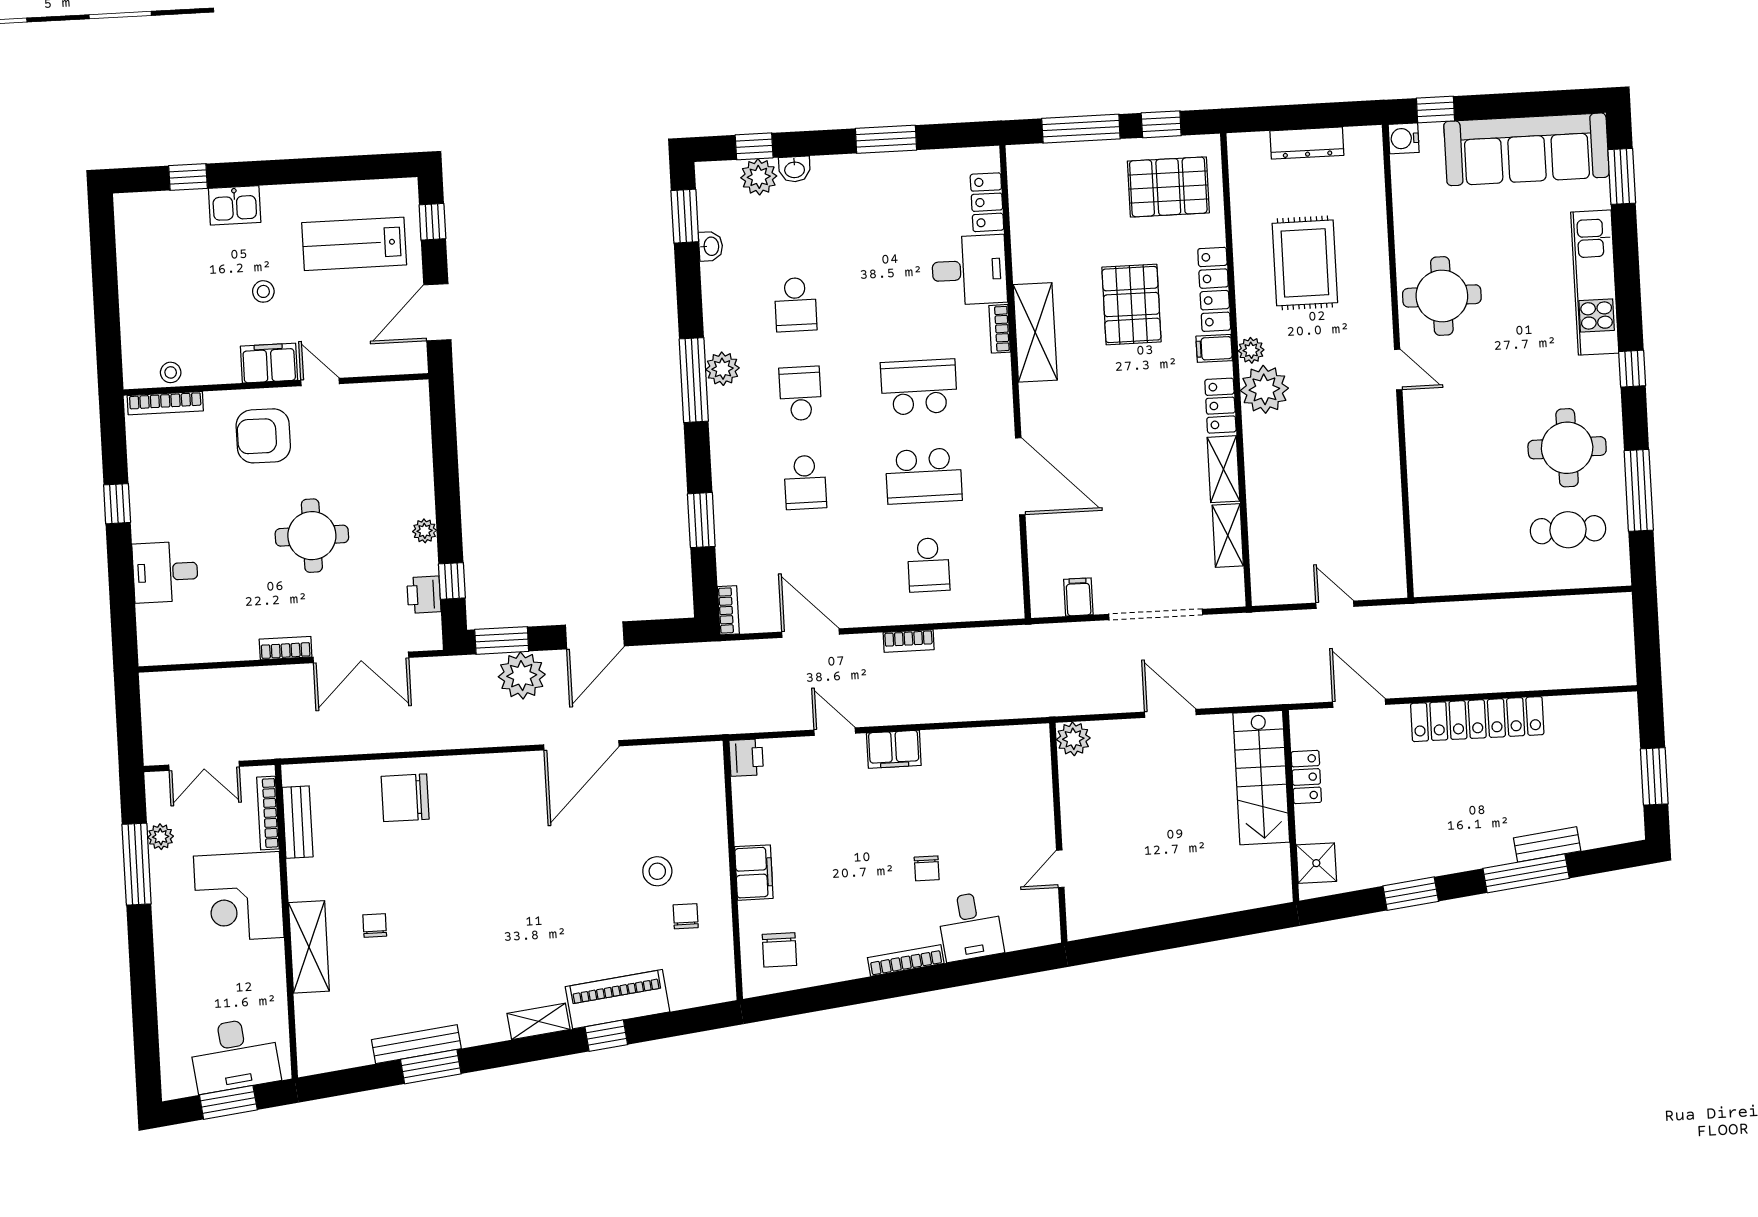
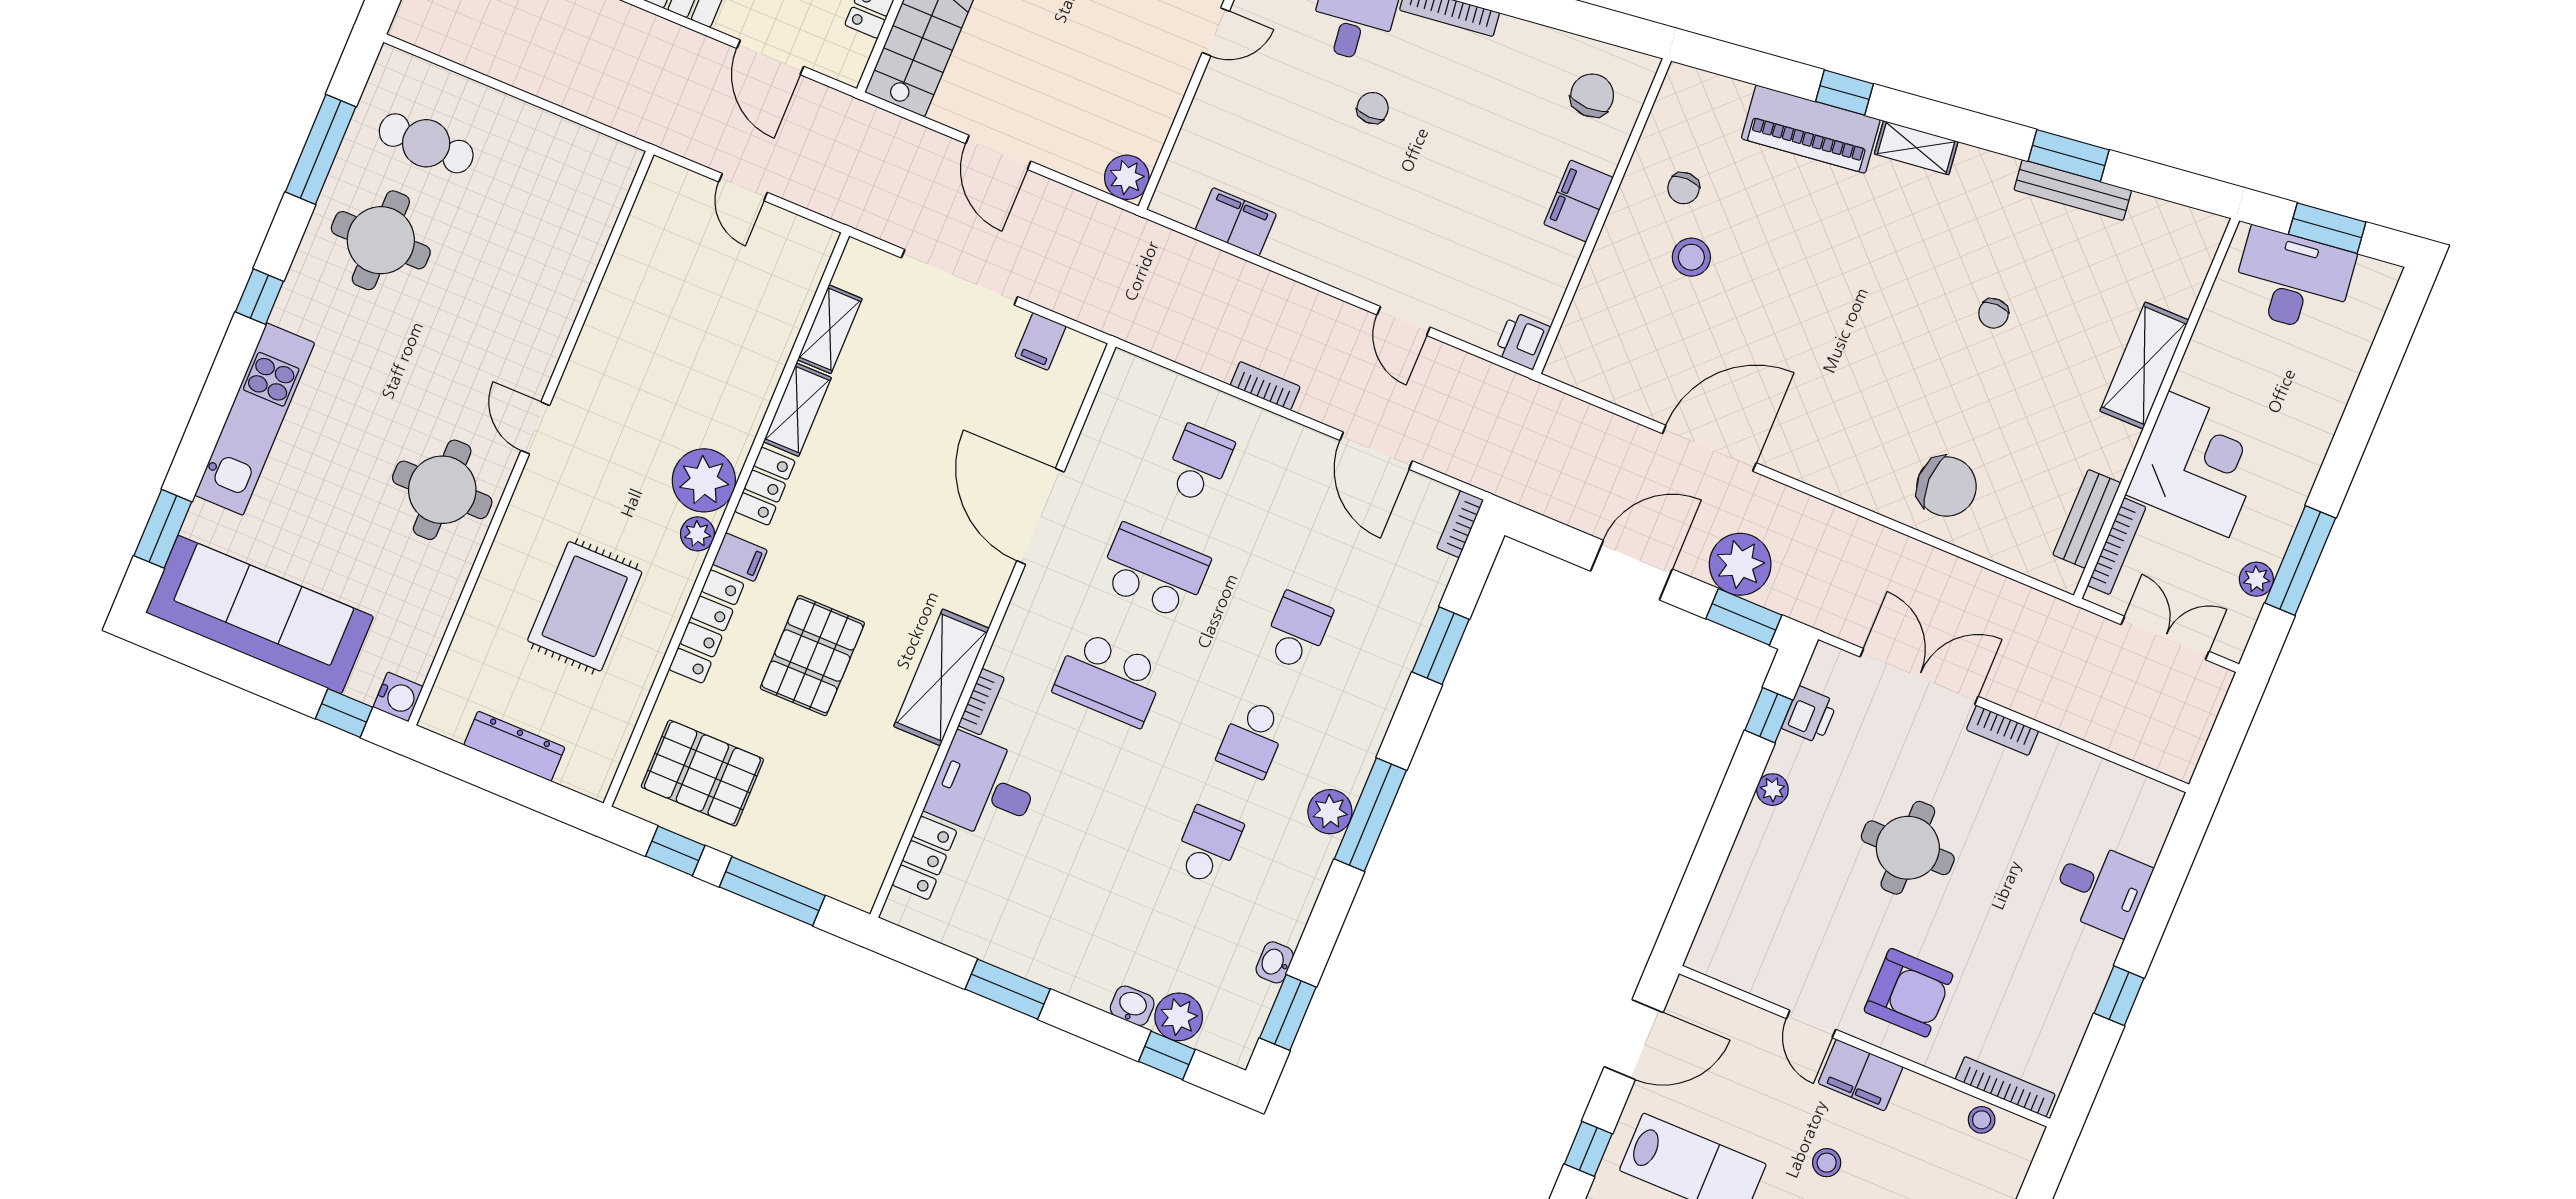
filing cabinet: (894, 749) -> (1236, 222), moved
chair: (375, 925) -> (1993, 313), moved

